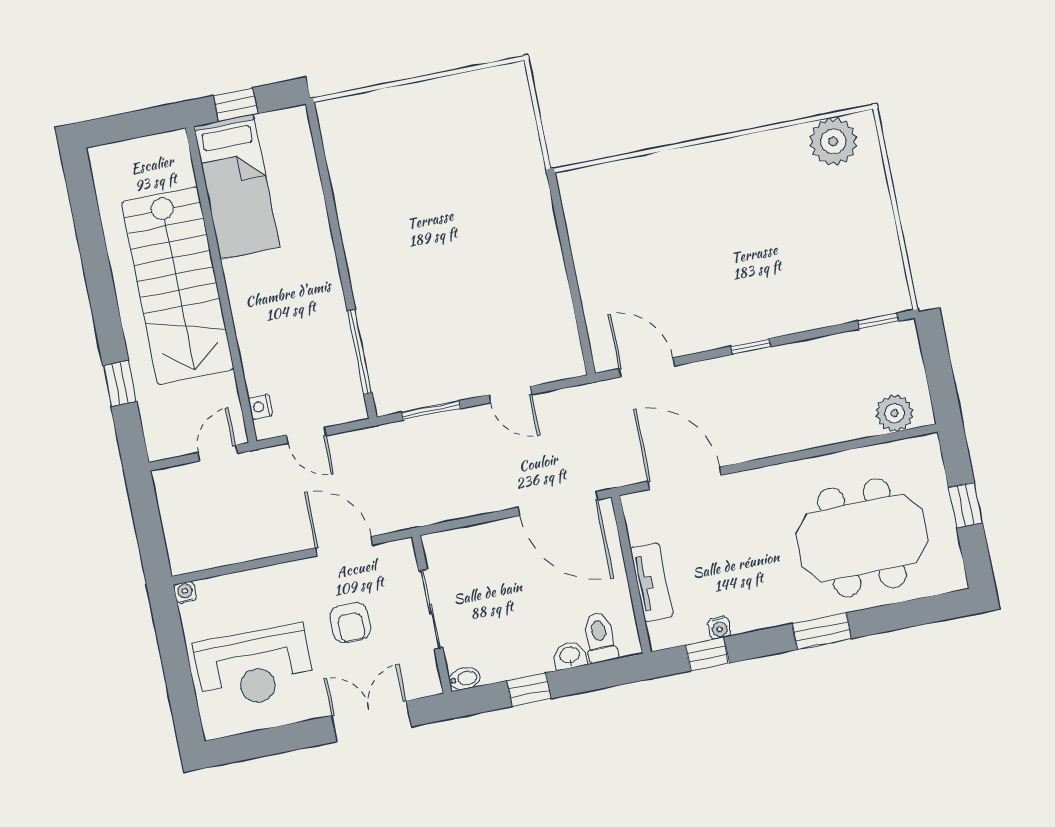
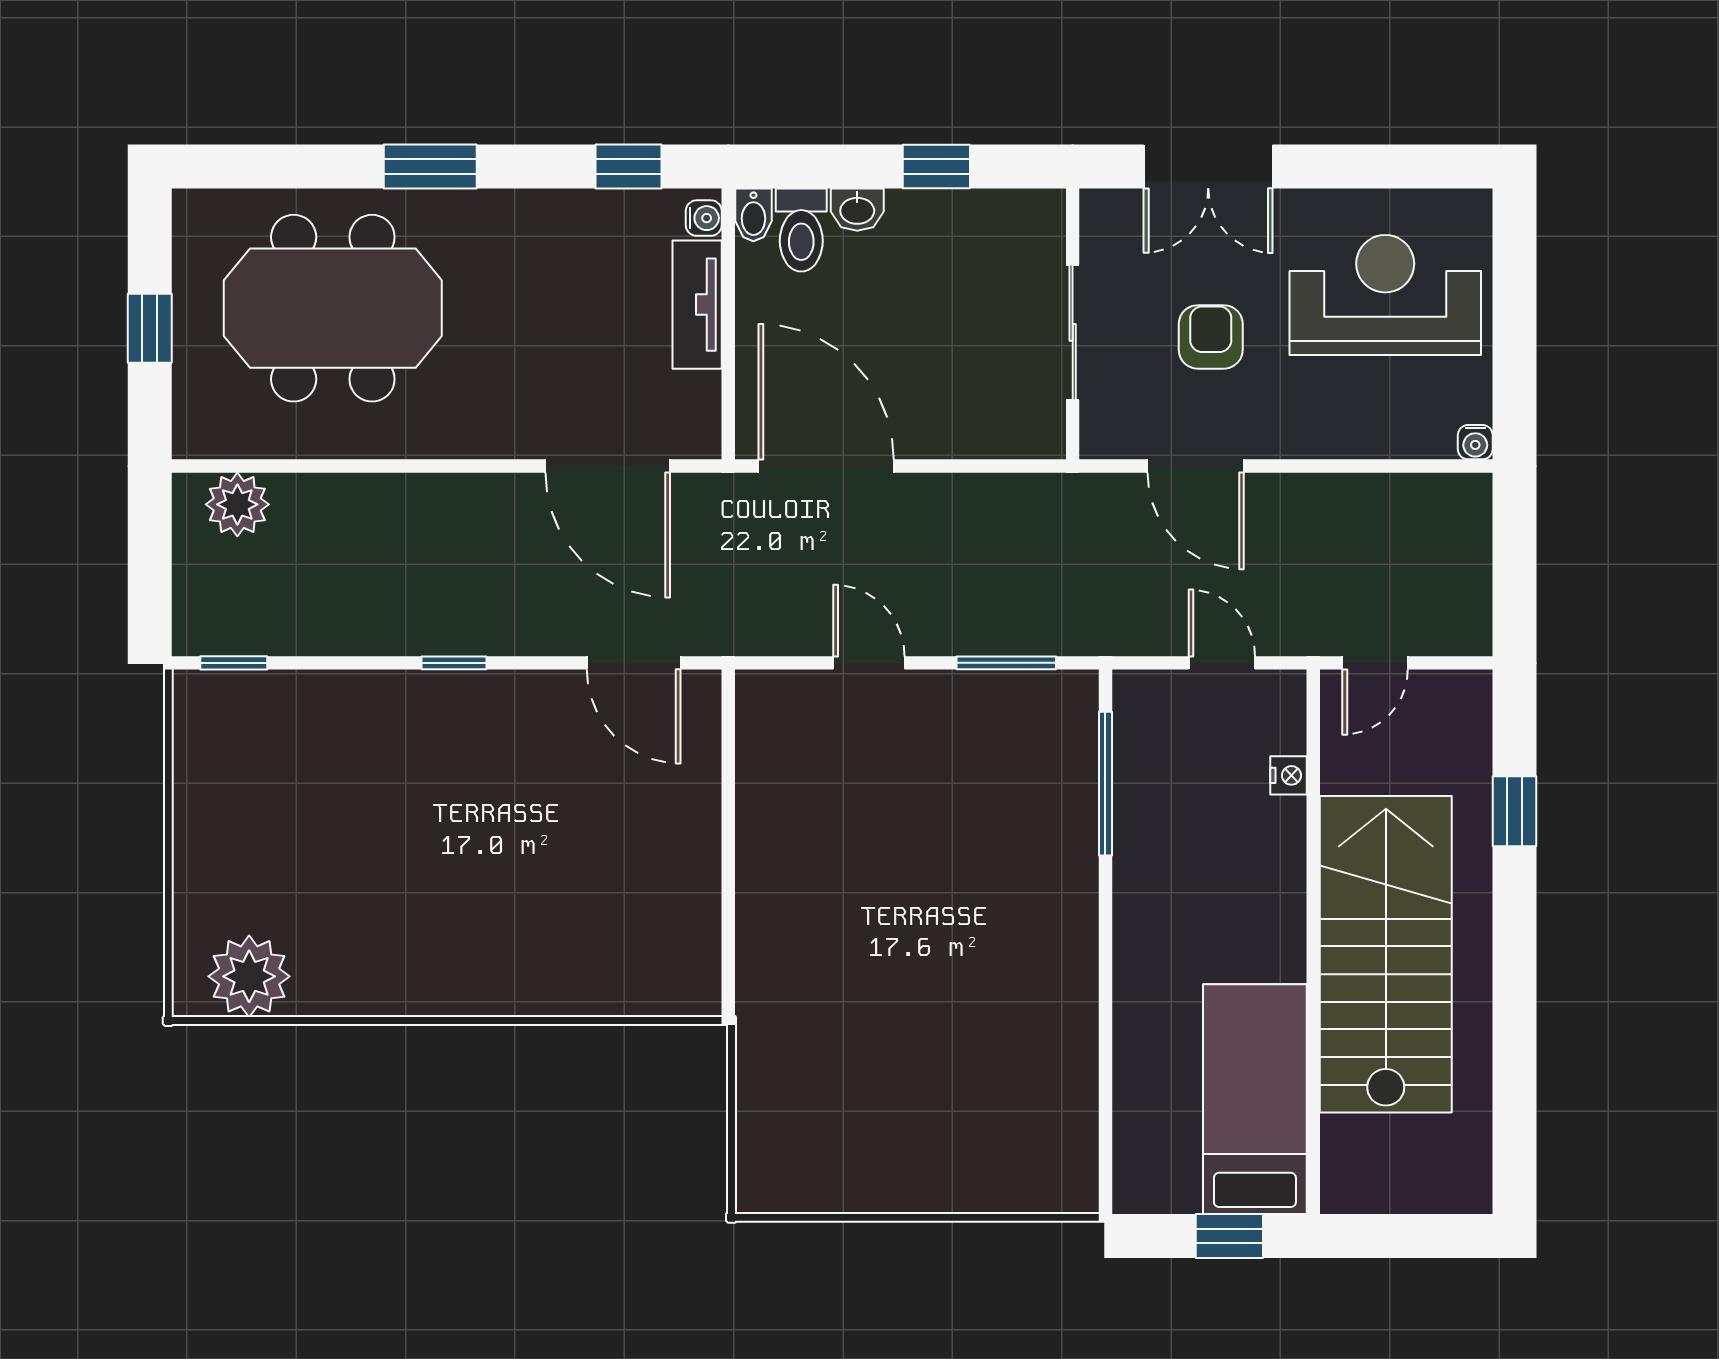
nightstand: (260, 407) -> (1289, 775), moved
water cooler: (719, 628) -> (704, 218), moved, turned 90
bidet: (465, 679) -> (753, 215), moved, turned -90

